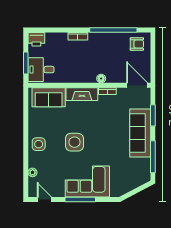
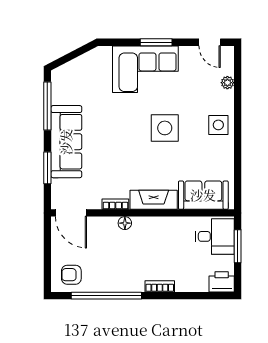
window: (80, 199) -> (156, 42), width x0.69

